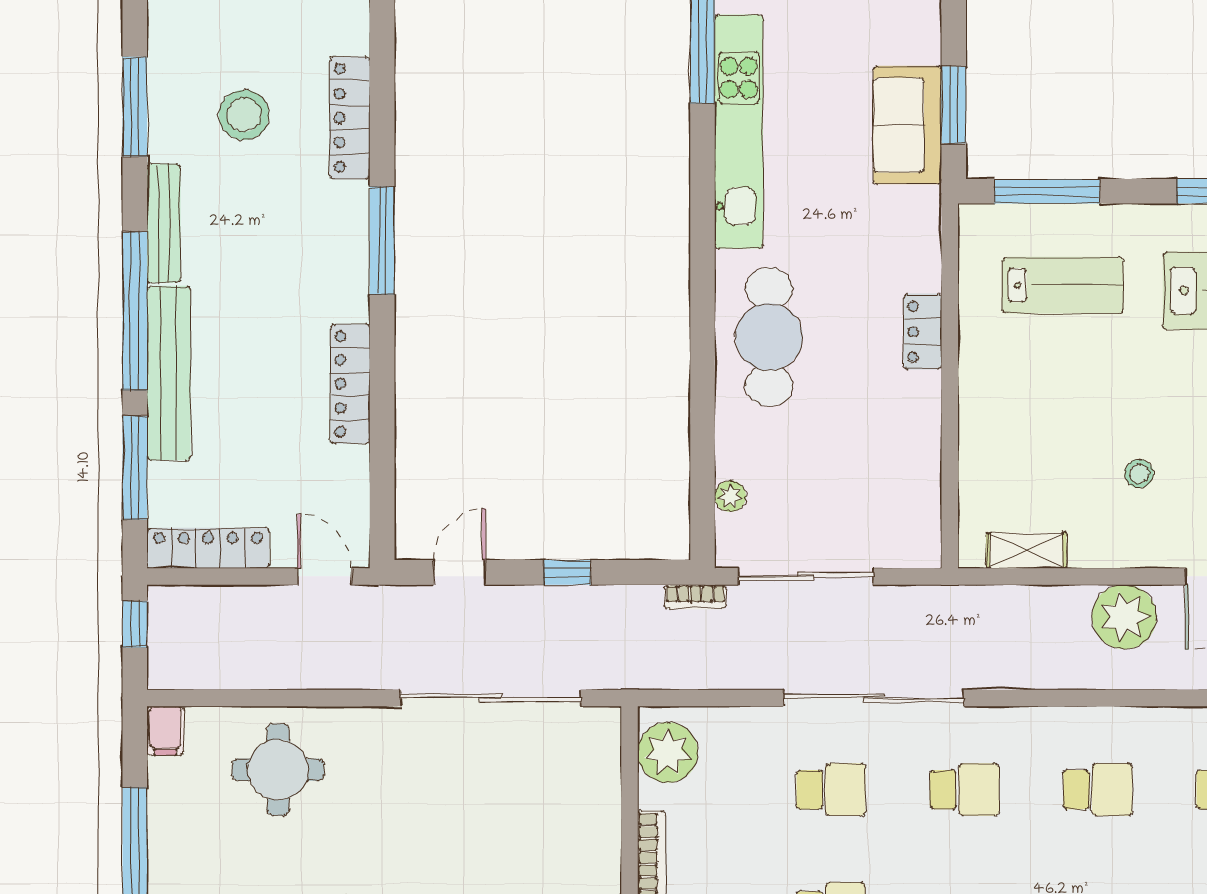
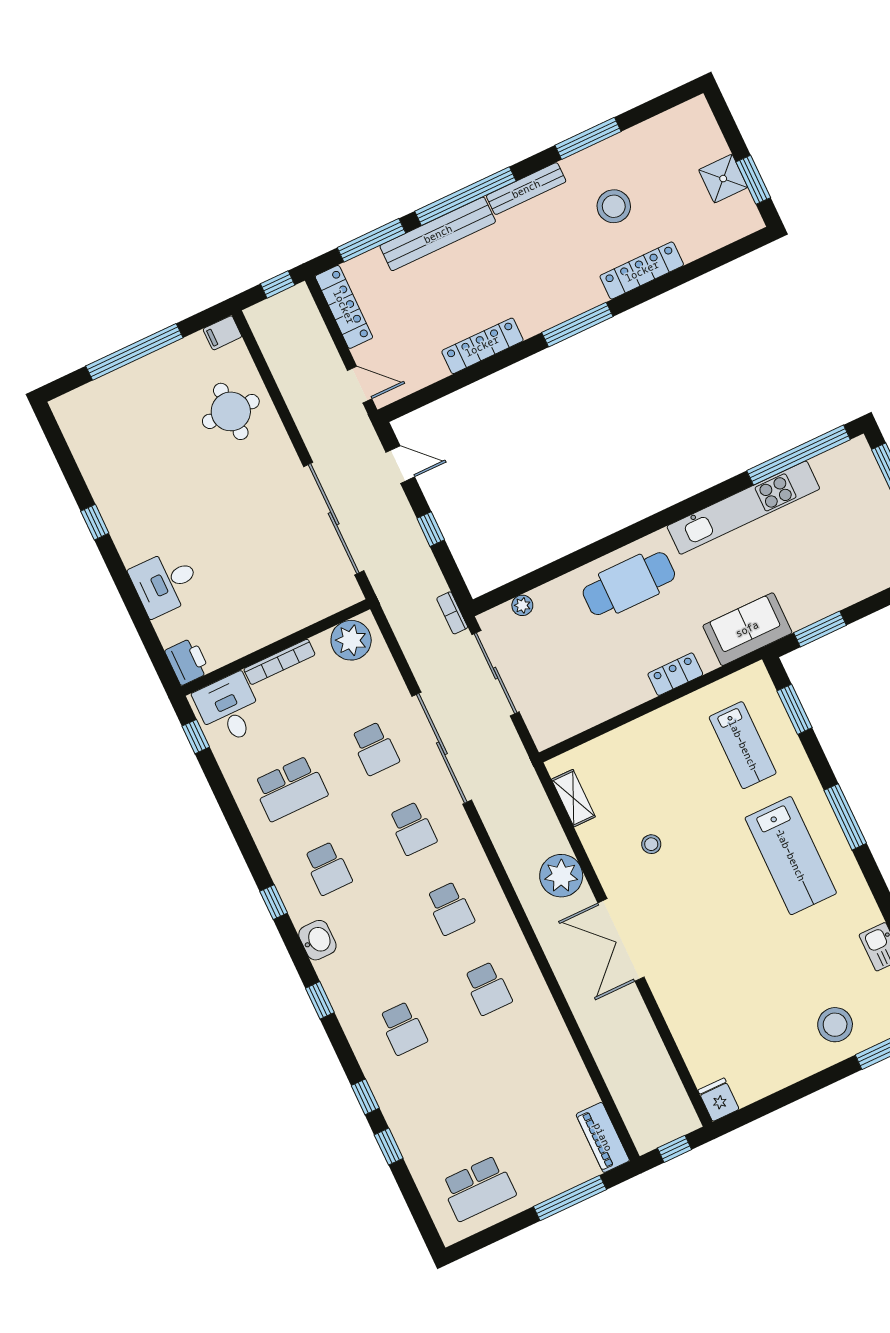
sofa: (907, 125) -> (747, 629), moved
window: (1047, 191) -> (795, 709), width x0.69
door: (324, 576) -> (360, 385), hinge flipped

